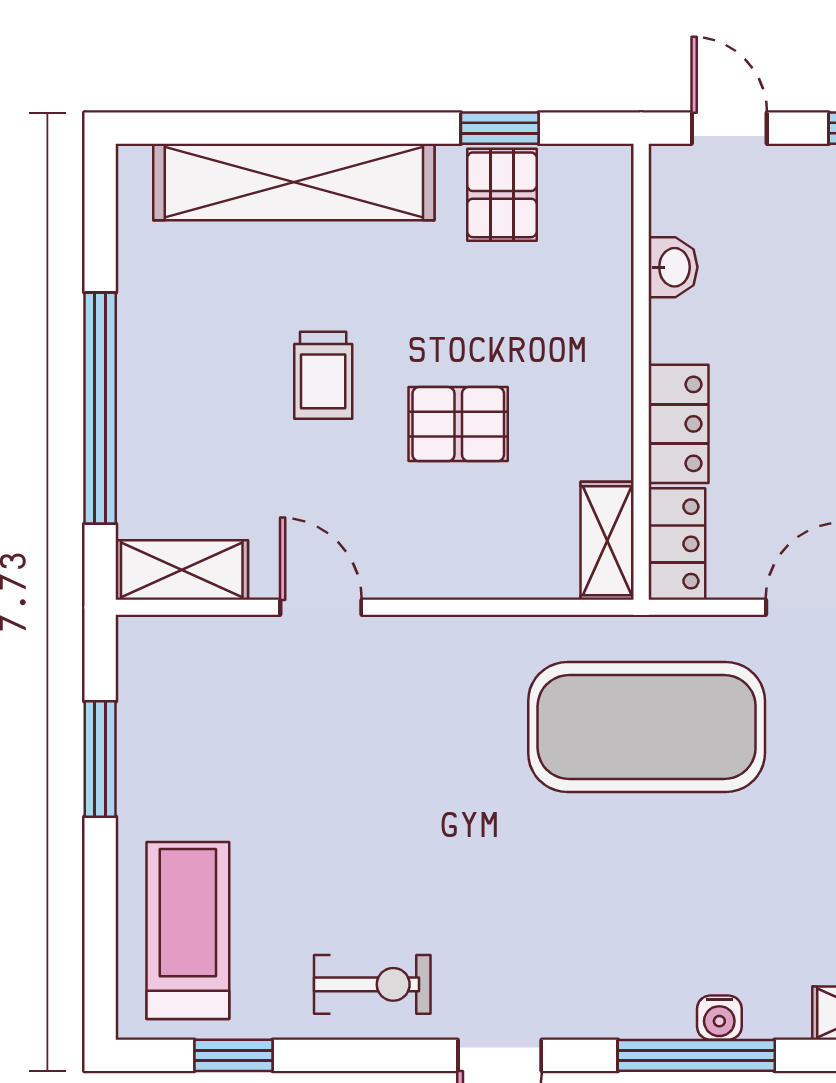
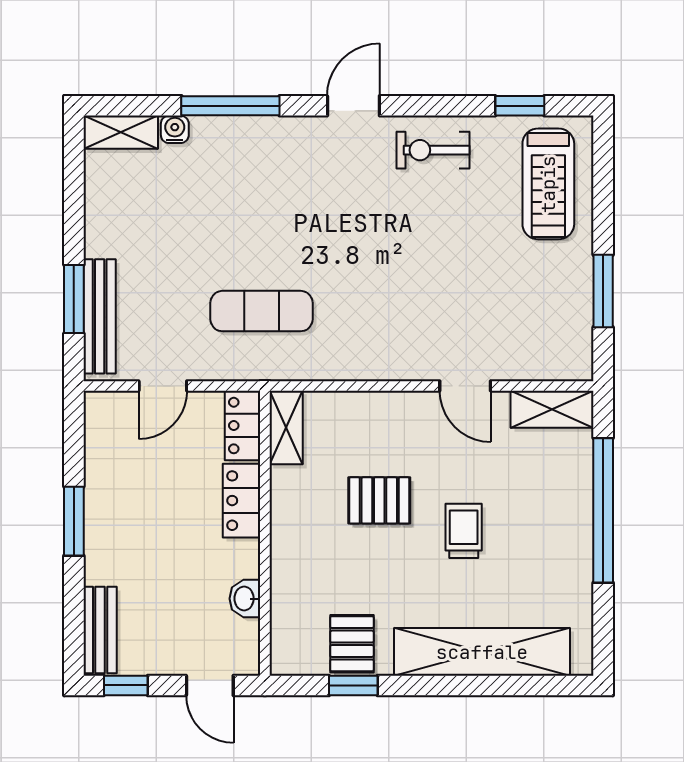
exercise mat: (647, 727) -> (261, 311), width x0.50, depth x0.69
water cooler: (719, 1018) -> (175, 129), moved

